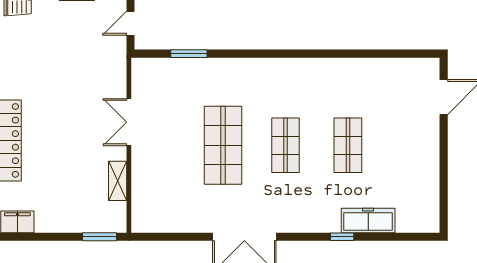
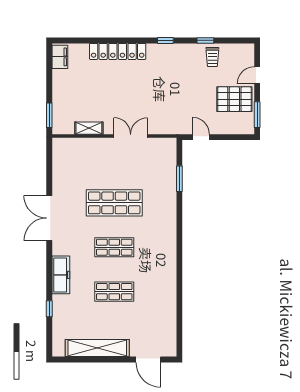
shelving: (427, 169) -> (97, 348), added
freezer: (368, 220) -> (61, 275), moved
window: (342, 237) -> (49, 309), moved

